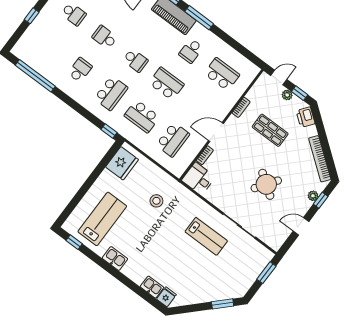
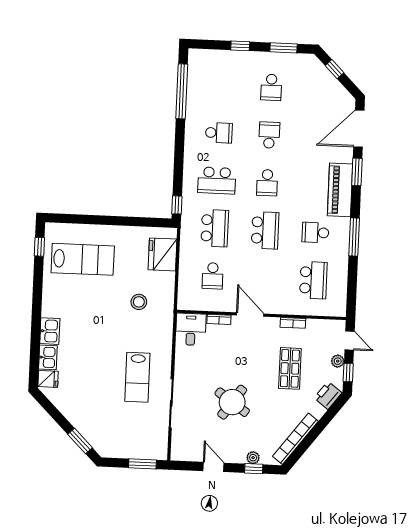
window: (199, 18) -> (354, 237), moved
school desk: (142, 116) -> (215, 228), turned 180
school desk: (173, 140) -> (213, 276), width x0.54
fridge: (122, 163) -> (163, 254), moved, turned 90
kitchen sink: (115, 259) -> (50, 331), moved

